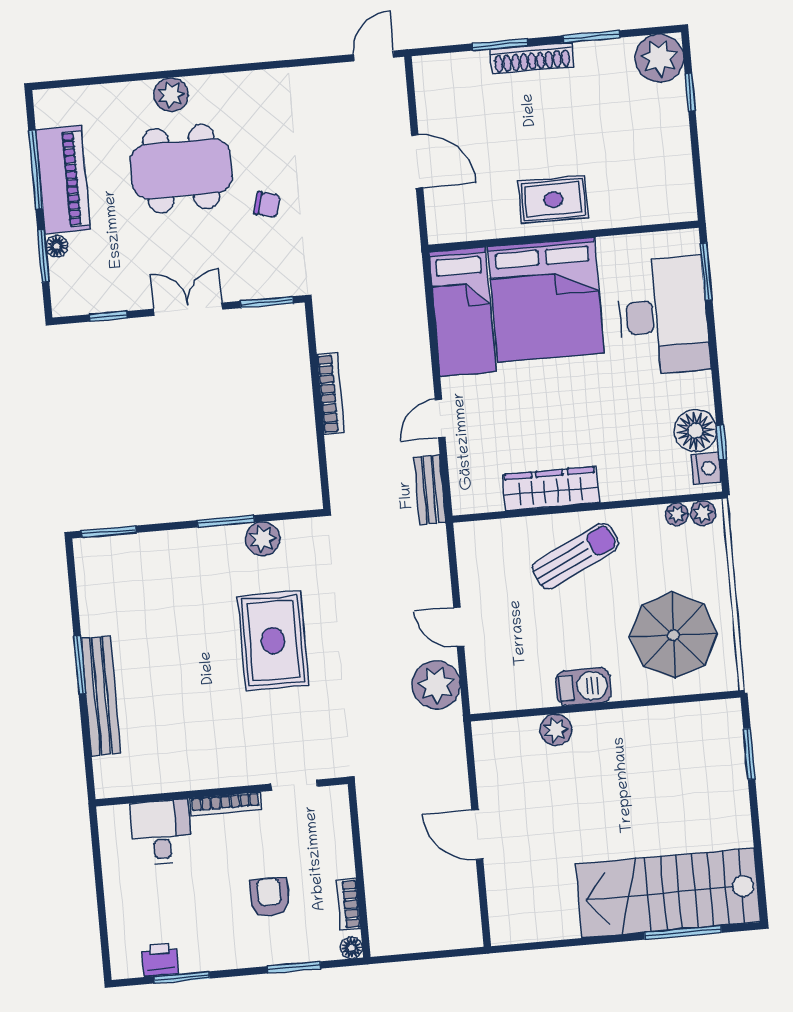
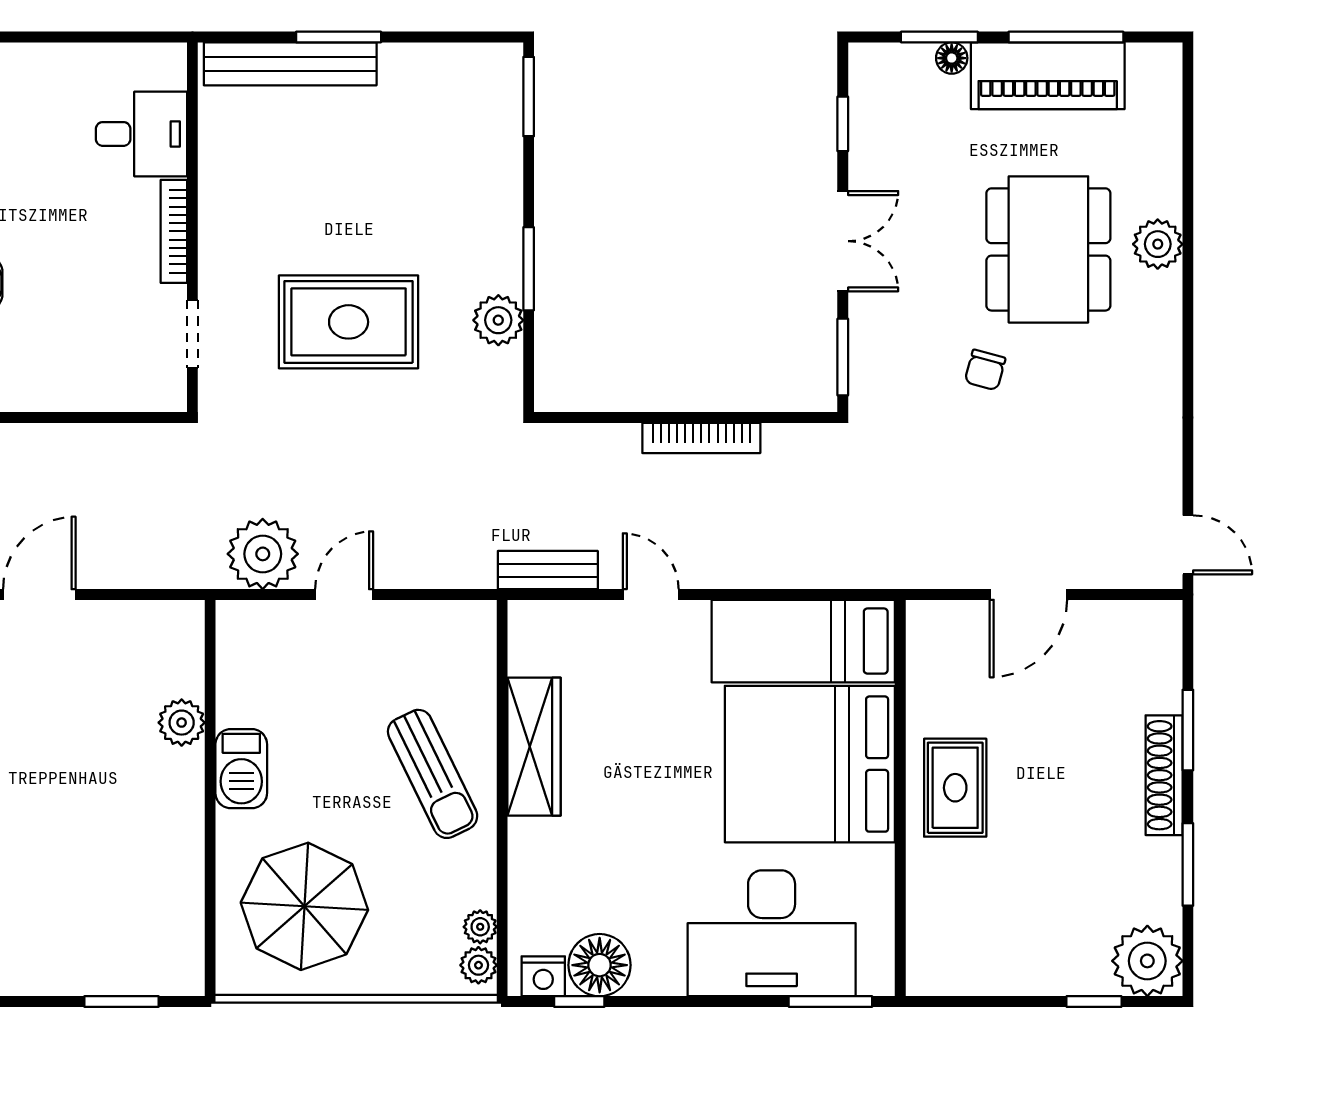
doorway: (294, 785) -> (192, 334), moved
wall: (222, 792) -> (192, 227), moved
bookcase: (226, 804) -> (174, 231), moved
desk: (161, 832) -> (141, 134), moved

